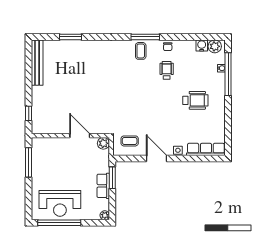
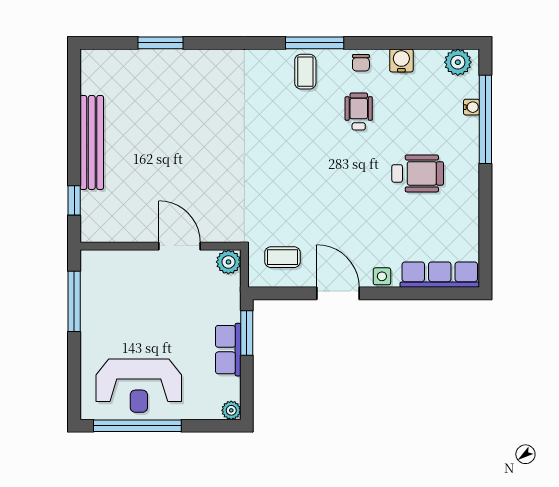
water cooler: (202, 45) -> (401, 60), moved
bench: (37, 63) -> (92, 142), moved

